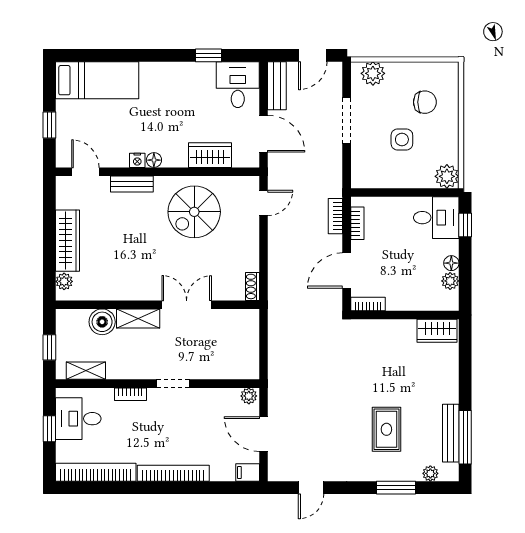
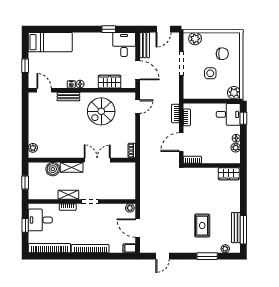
wardrobe: (68, 241) -> (35, 126), removed
shelving: (86, 371) -> (68, 195), moved

